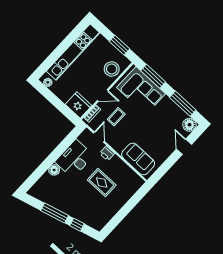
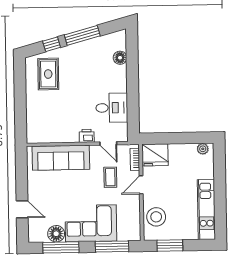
kitchen unit: (73, 52) -> (206, 209), width x0.73
corner sofa: (141, 91) -> (91, 223), moved
floor lamp: (189, 125) -> (56, 234), moved
desk: (74, 159) -> (112, 108), width x0.73
sofa: (138, 159) -> (61, 158), width x1.36
floor lamp: (54, 170) -> (120, 58), moved
rug: (102, 183) -> (48, 74), moved, turned 90

